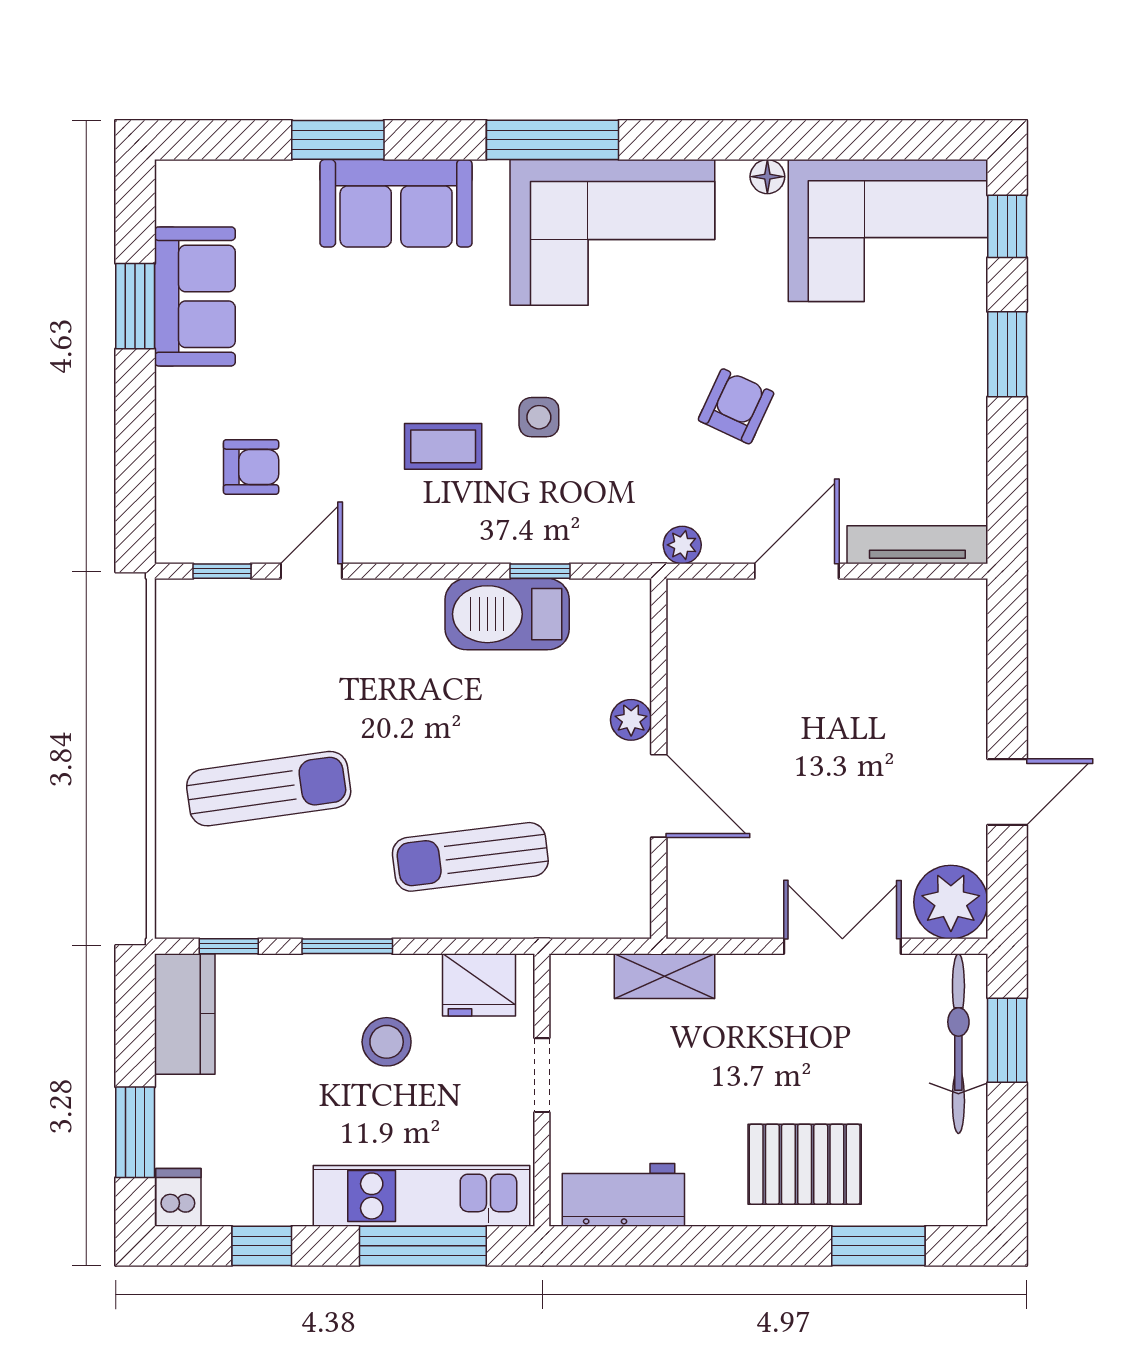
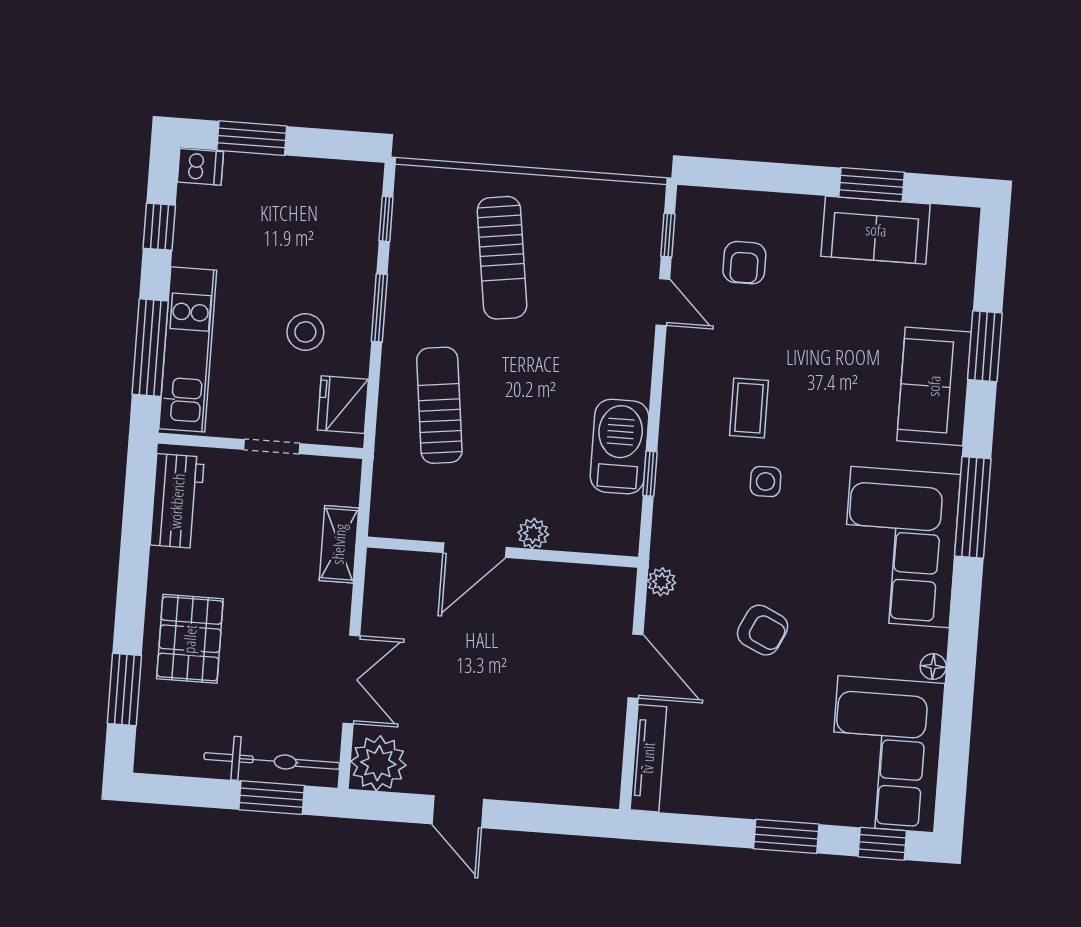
kitchen counter: (185, 1014) -> (338, 182), removed

